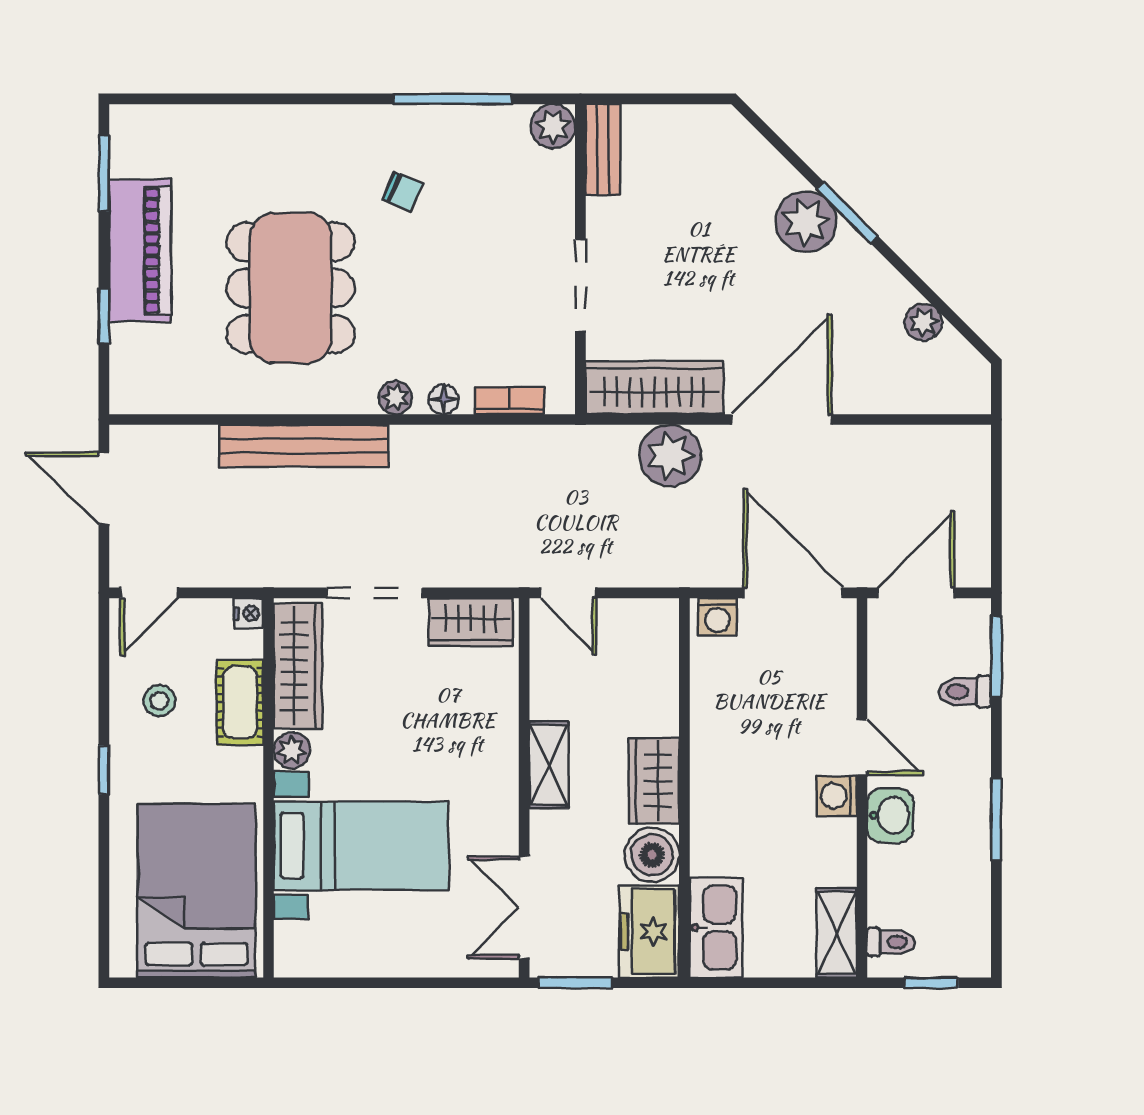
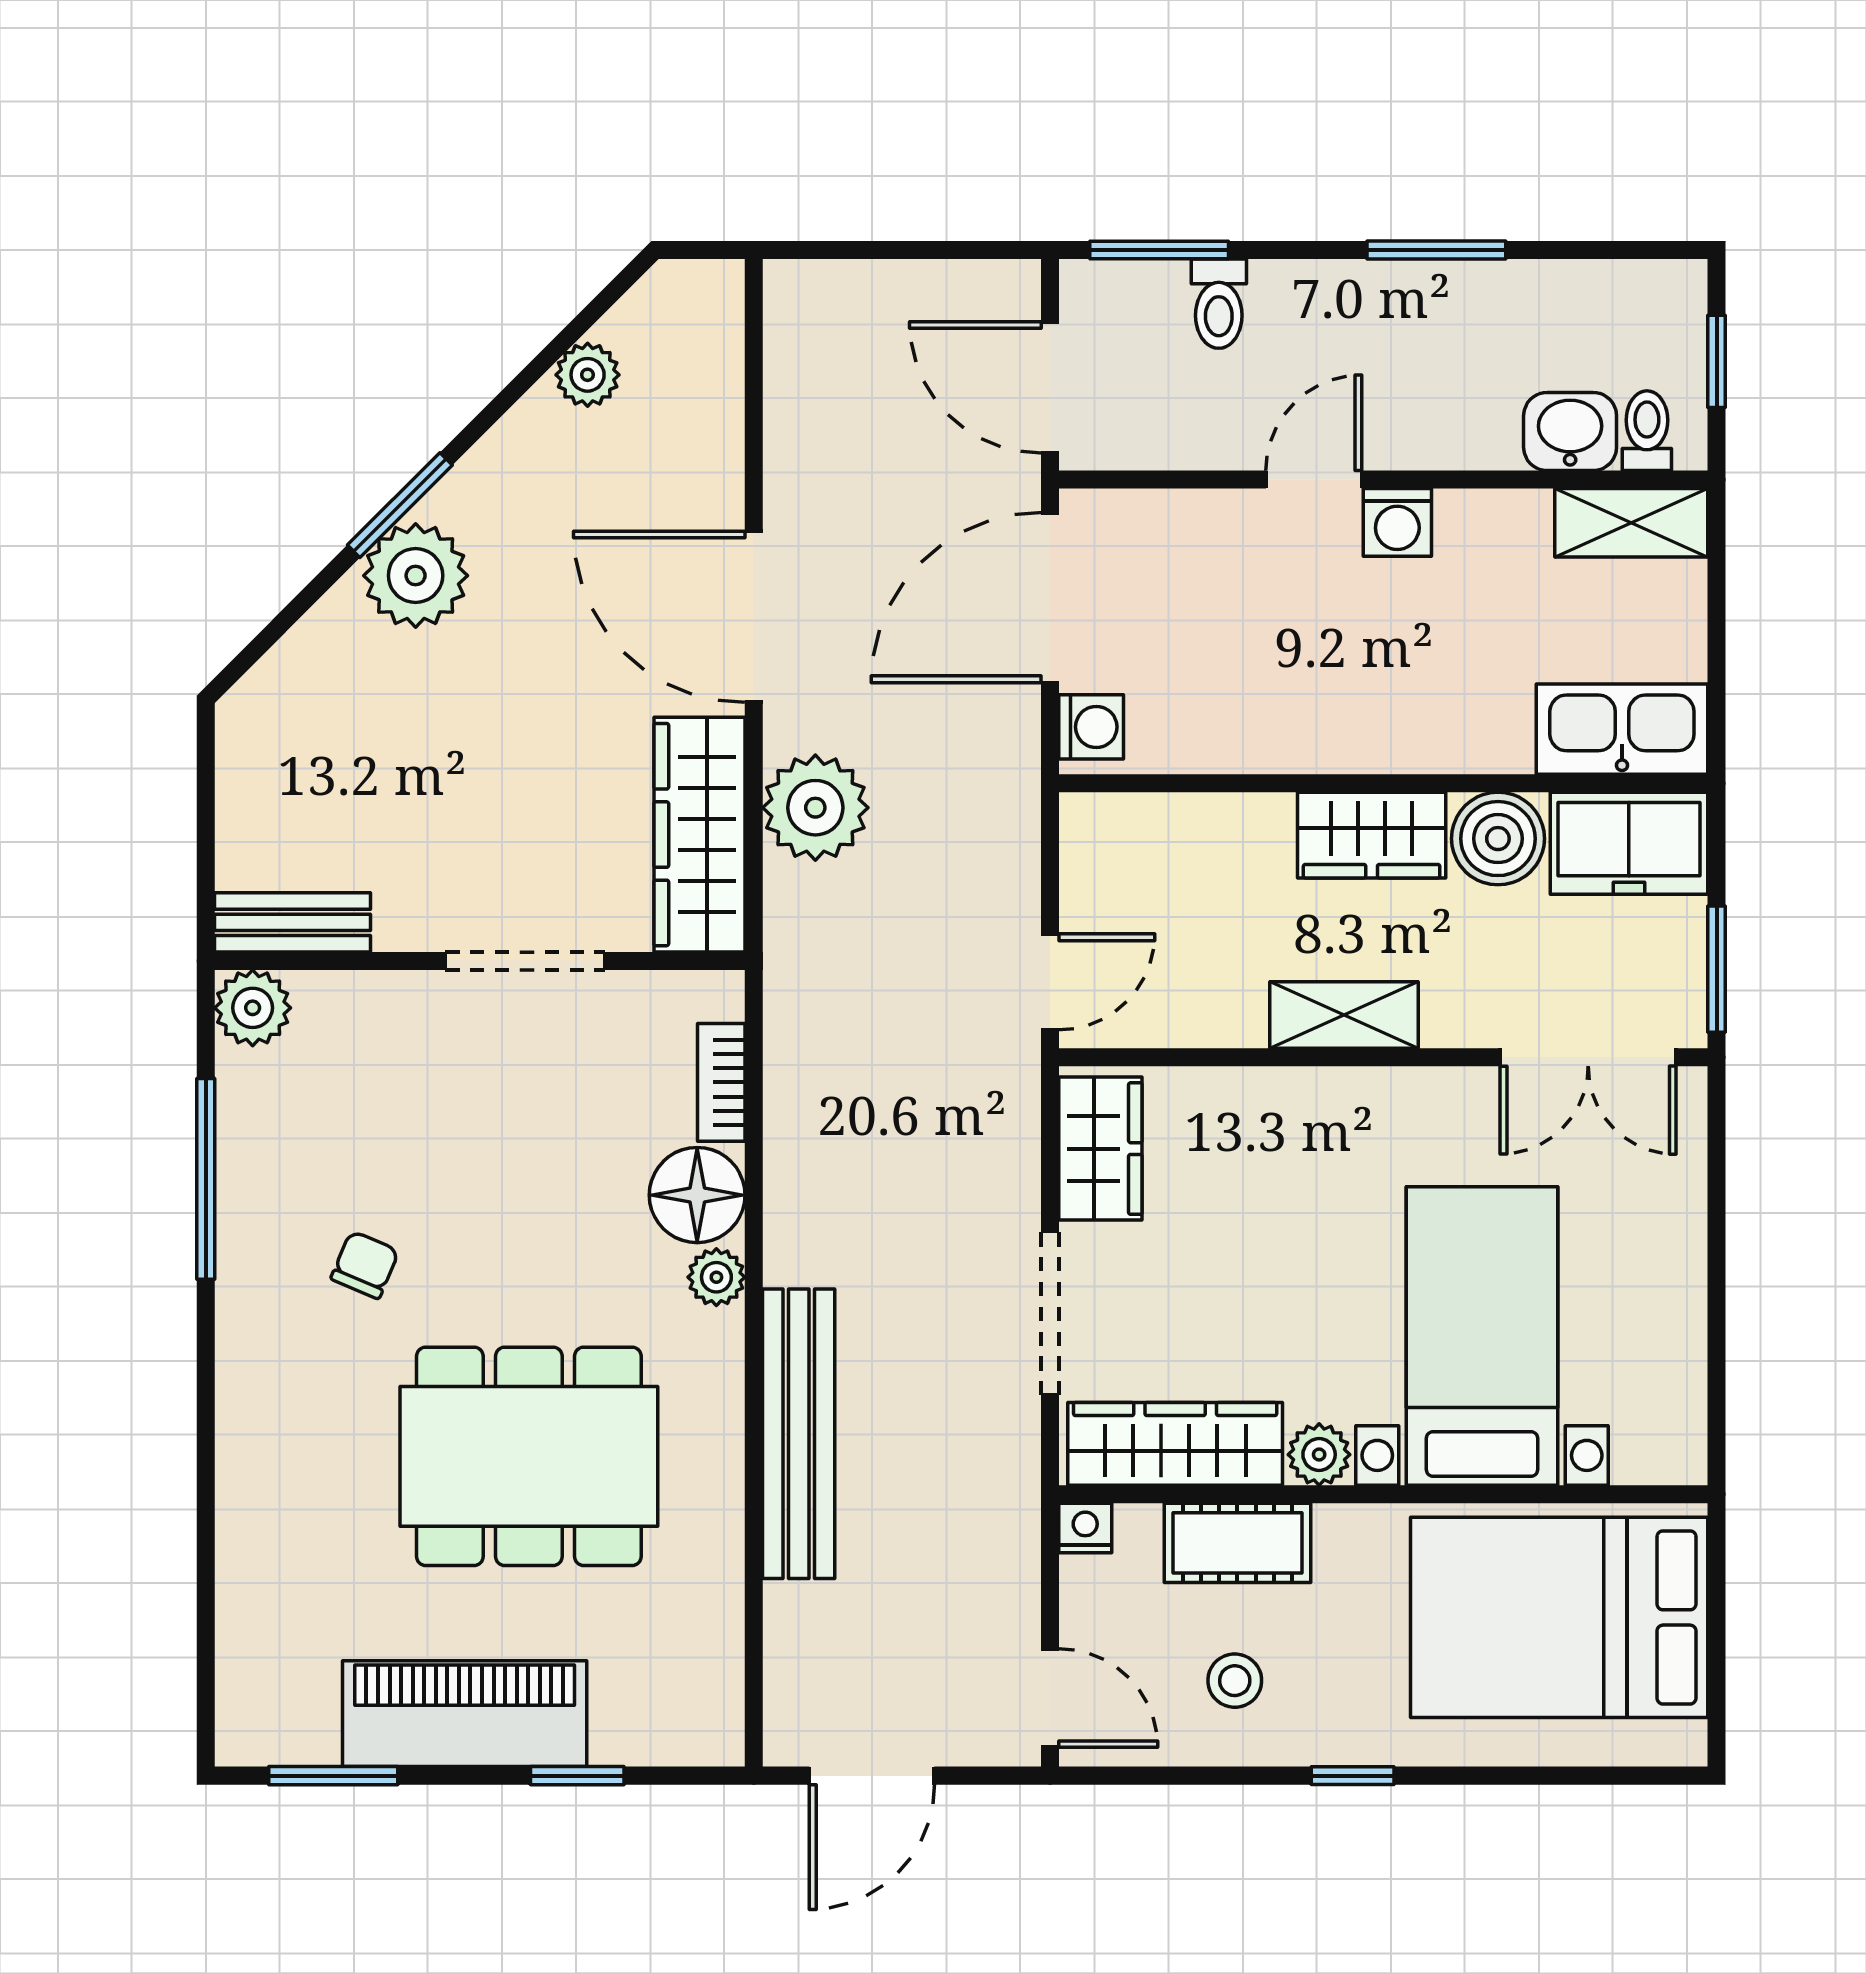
floor lamp: (443, 399) -> (697, 1195), width x1.89, depth x1.89
washbasin: (890, 815) -> (1570, 432), moved

